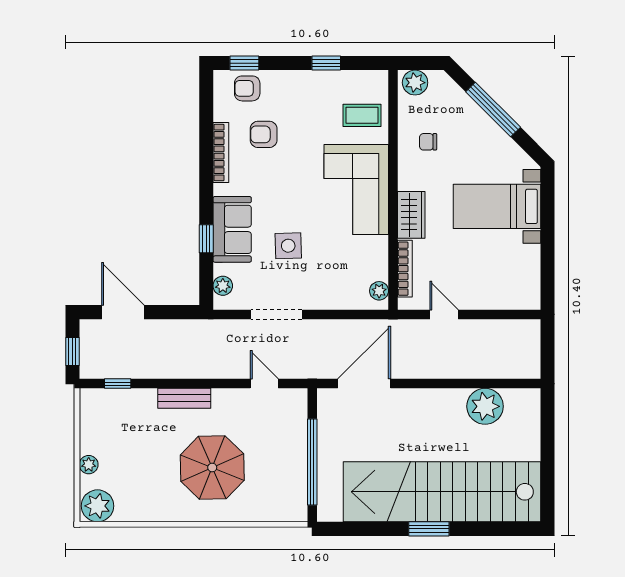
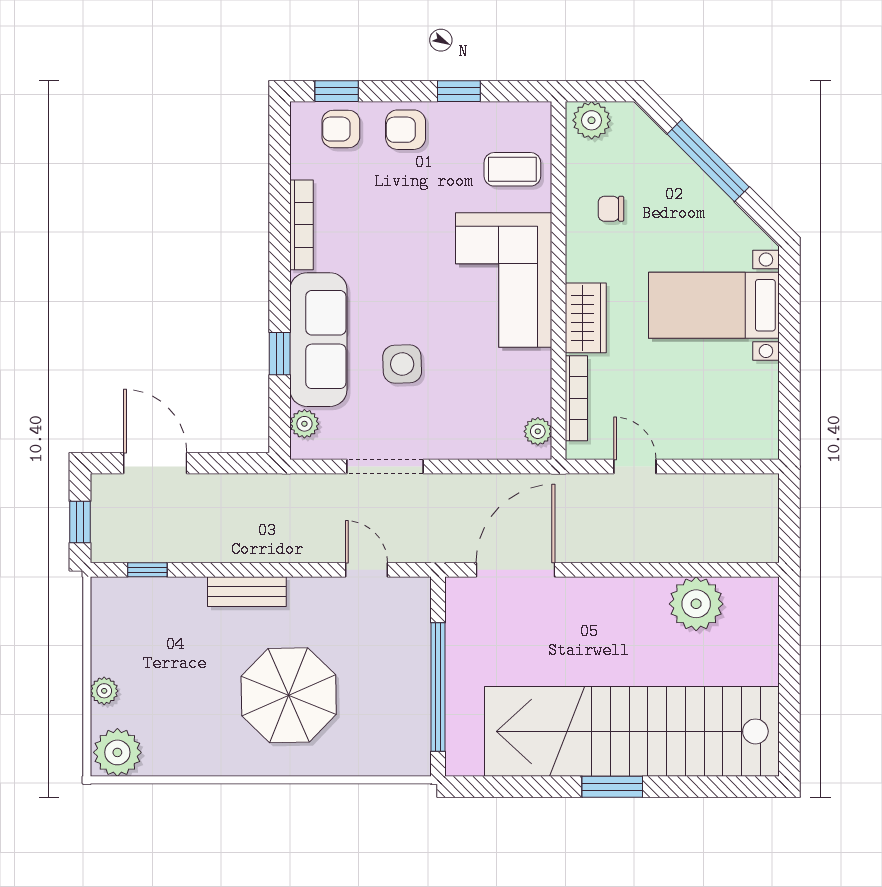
armchair: (264, 134) -> (406, 130), moved
sofa: (232, 229) -> (318, 340), width x1.36

